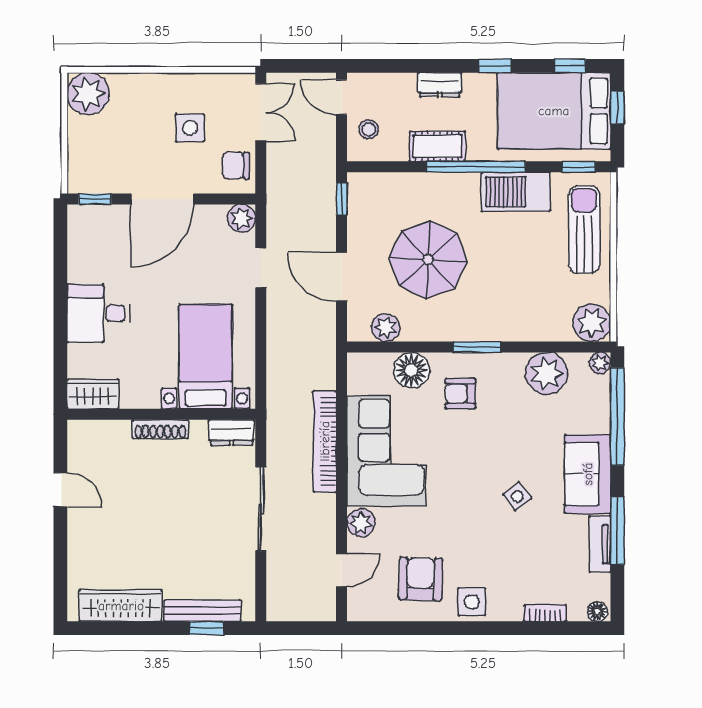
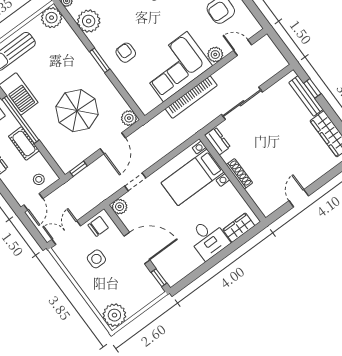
chair: (236, 166) -> (98, 226), turned -90
plant: (386, 328) -> (129, 118), moved
floor lamp: (411, 370) -> (131, 82), removed
wardrobe: (93, 394) -> (239, 228), moved, turned 90
armchair: (460, 394) -> (126, 53), turned 180

